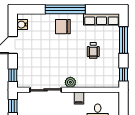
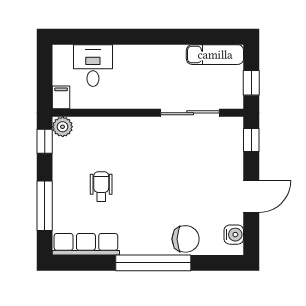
chair: (63, 27) -> (186, 239), moved
plant: (70, 82) -> (63, 127), moved
filing cabinet: (79, 98) -> (61, 97), moved

